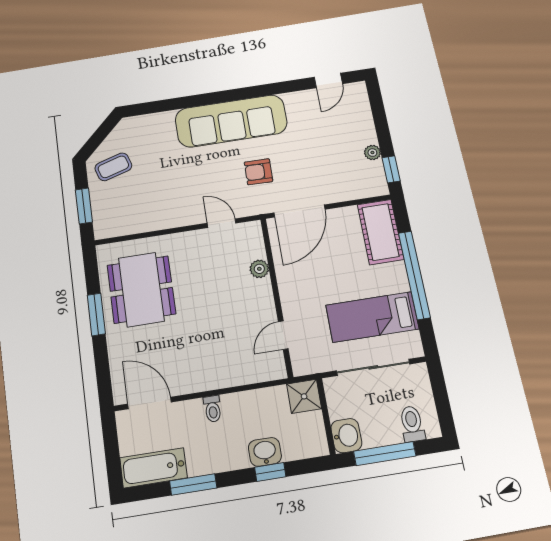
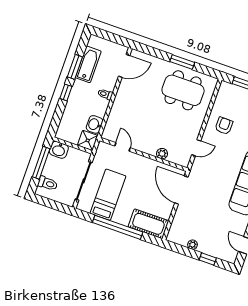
window: (391, 169) -> (208, 259), moved
armchair: (258, 172) -> (224, 126), moved
washbasin: (265, 452) -> (95, 124), moved, turned 180
bathtub: (154, 468) -> (88, 64), moved
window: (270, 472) -> (66, 92), moved

